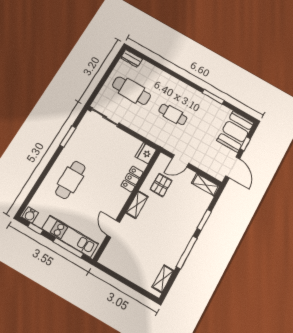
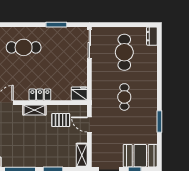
locker: (132, 179) -> (40, 95), moved

